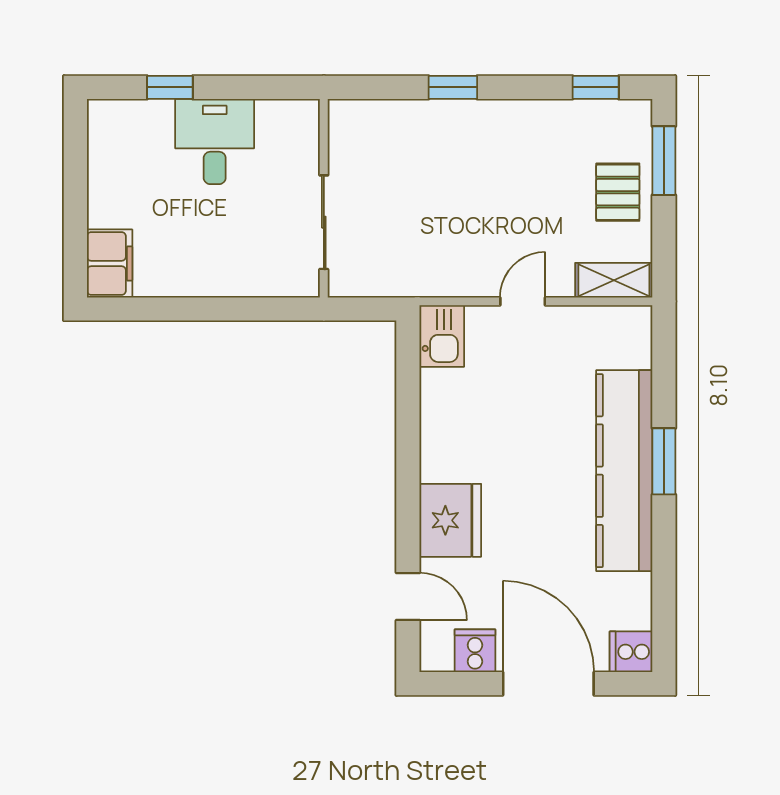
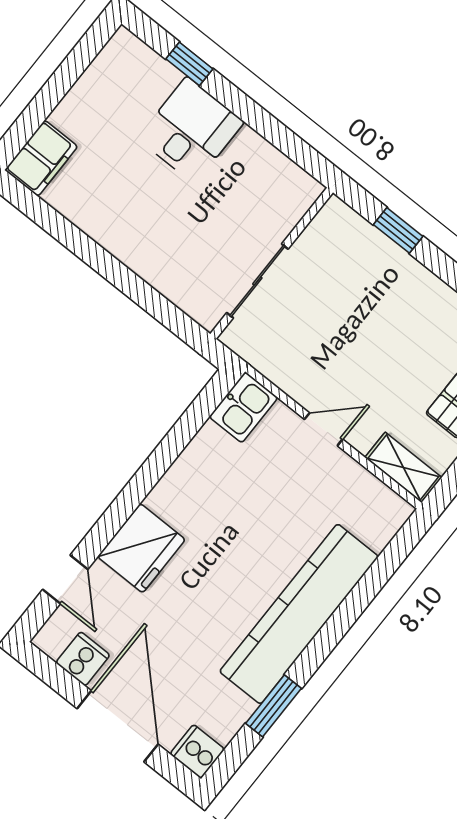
wall: (324, 198) -> (272, 263), moved
sliding door: (324, 222) -> (257, 281), moved
window: (664, 461) -> (273, 706), moved

